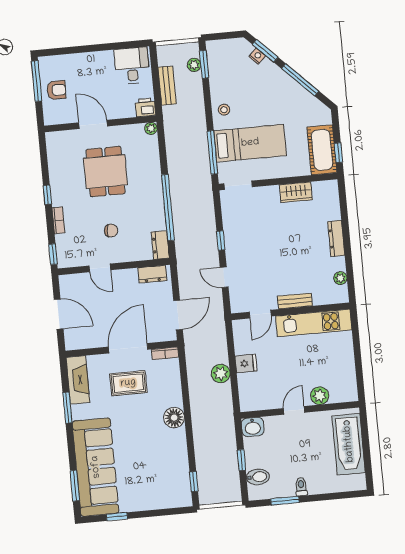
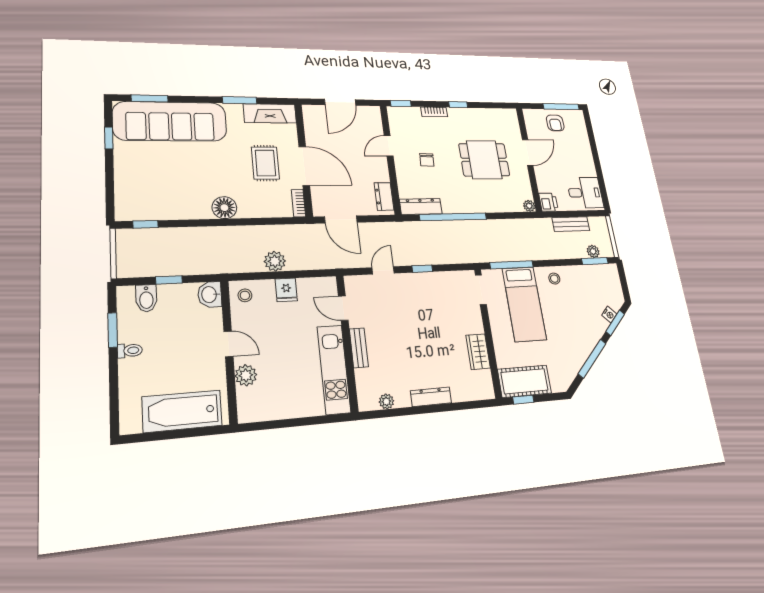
dresser: (160, 245) -> (421, 206), width x1.44
stool: (252, 398) -> (245, 295), added

